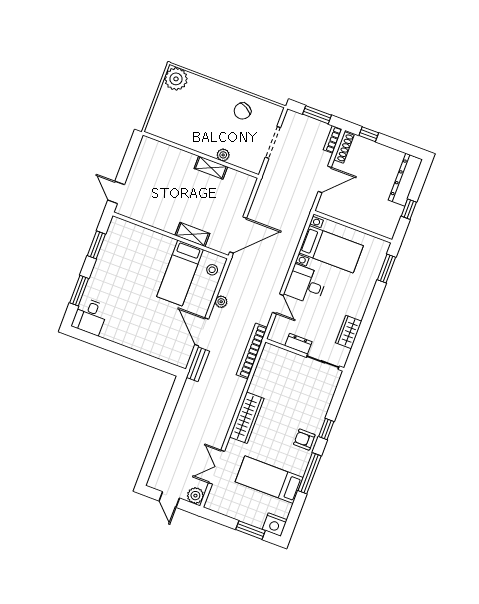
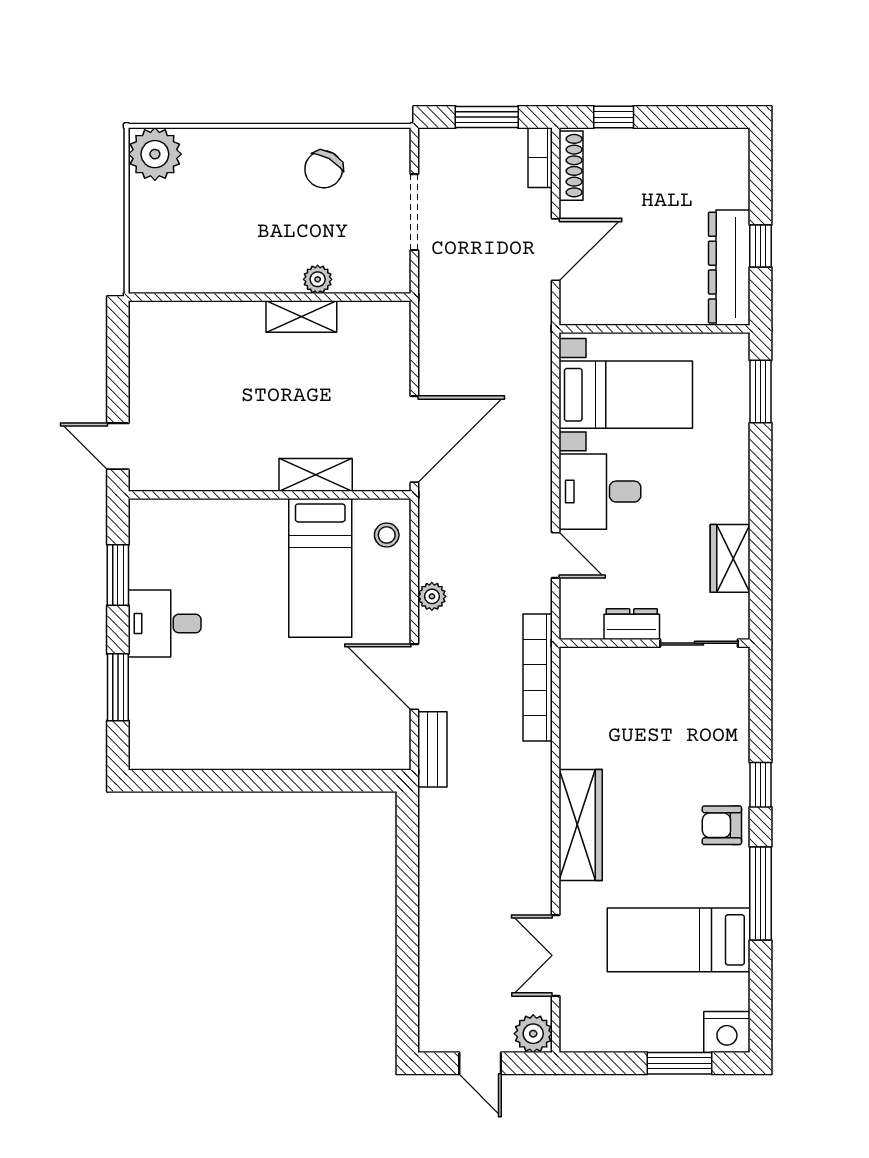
dresser: (405, 180) -> (729, 268), moved
desk: (90, 316) -> (165, 624), moved, turned 90

